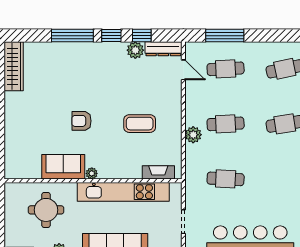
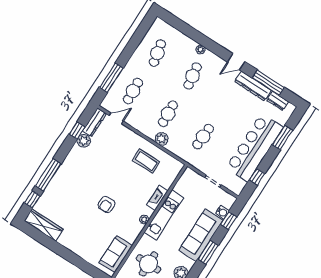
window: (111, 36) -> (32, 199), moved
coffee table: (140, 124) -> (146, 161), moved, turned 90
sofa: (63, 167) -> (116, 254), moved
fireplace: (158, 172) -> (157, 198), moved
kitchen unit: (123, 192) -> (164, 215), width x0.73

